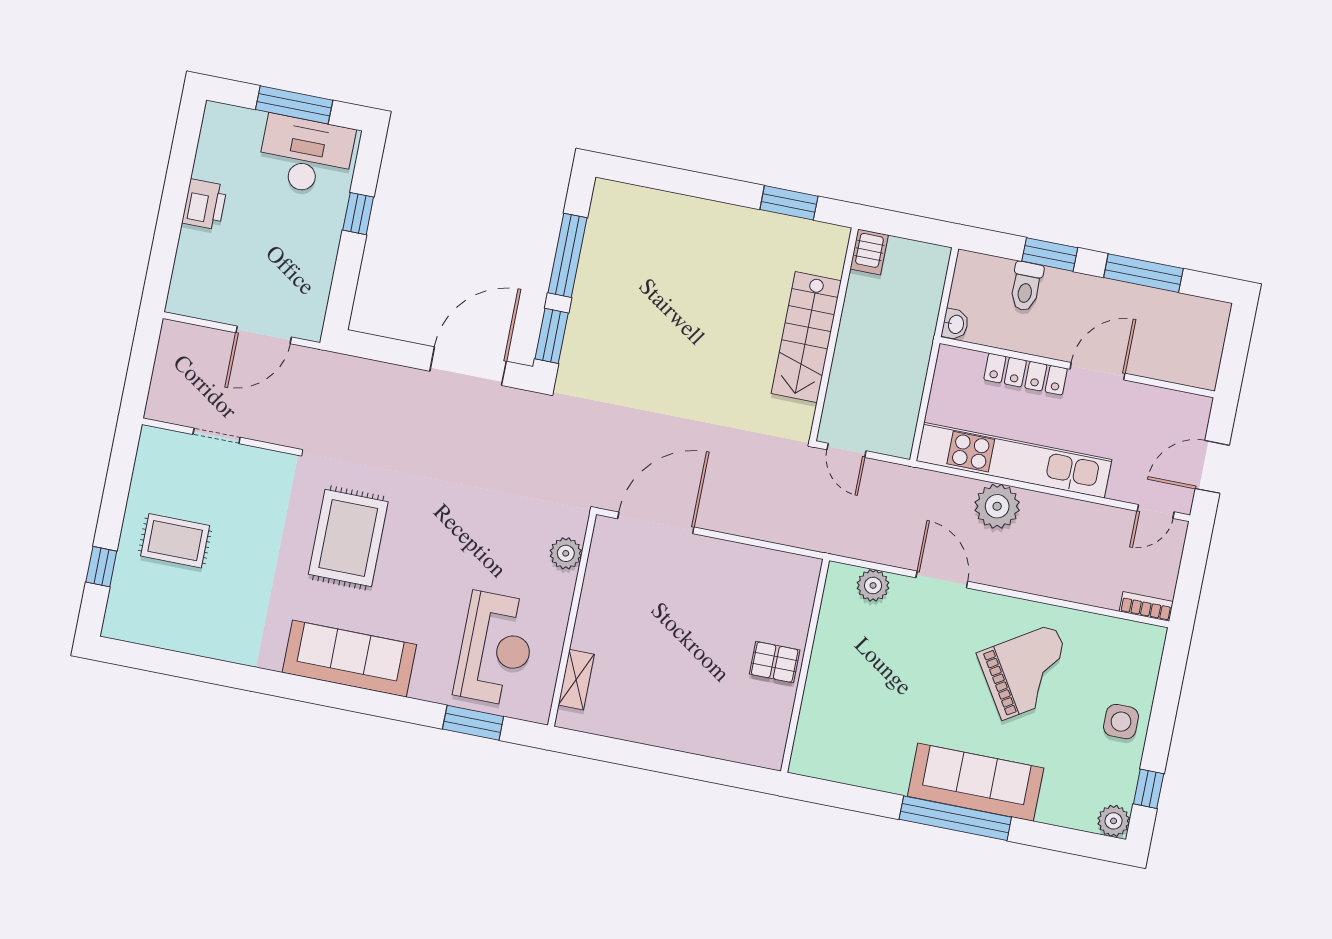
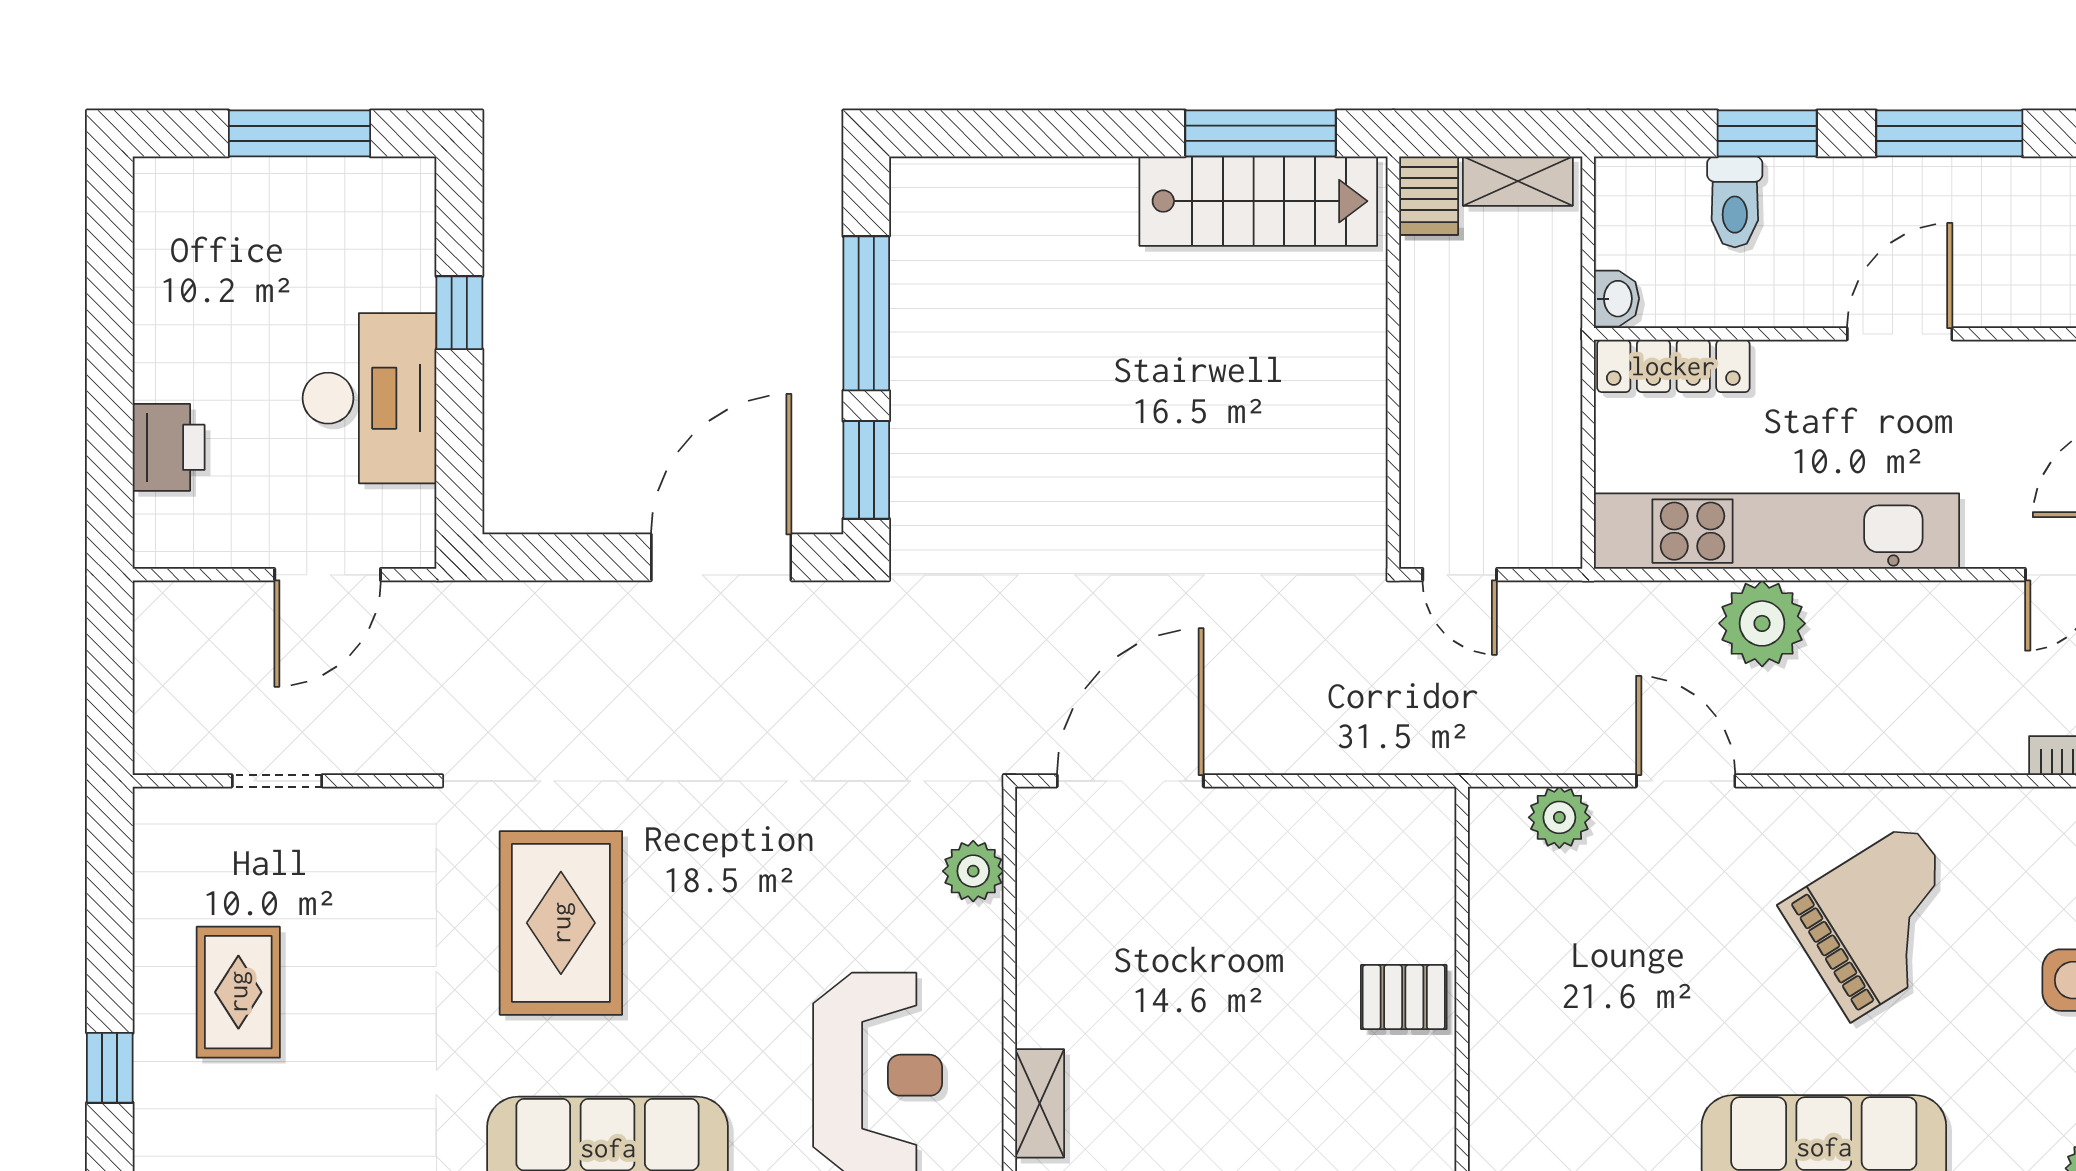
desk: (306, 155) -> (370, 398), moved, turned 90
window: (789, 203) -> (1261, 133), width x1.44
printer: (204, 204) -> (169, 447), moved
shelving: (916, 254) -> (1518, 181), added
stairs: (806, 337) -> (1258, 201), moved, turned -90
locker: (1026, 374) -> (1673, 366), moved
rug: (175, 541) -> (238, 992), turned 90

